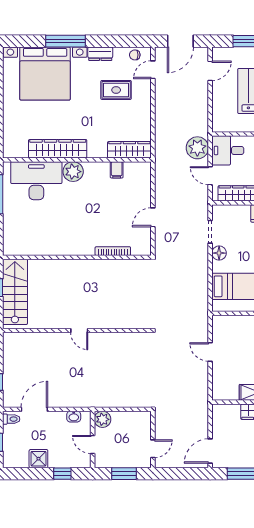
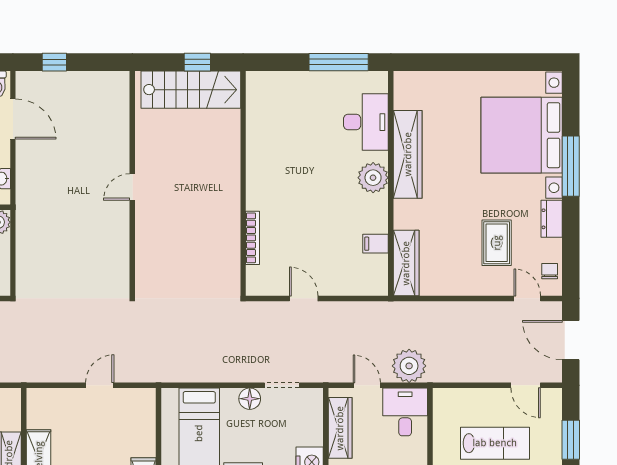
door: (210, 176) -> (367, 385), hinge flipped
desk: (36, 181) -> (366, 122), width x0.73, depth x0.77

